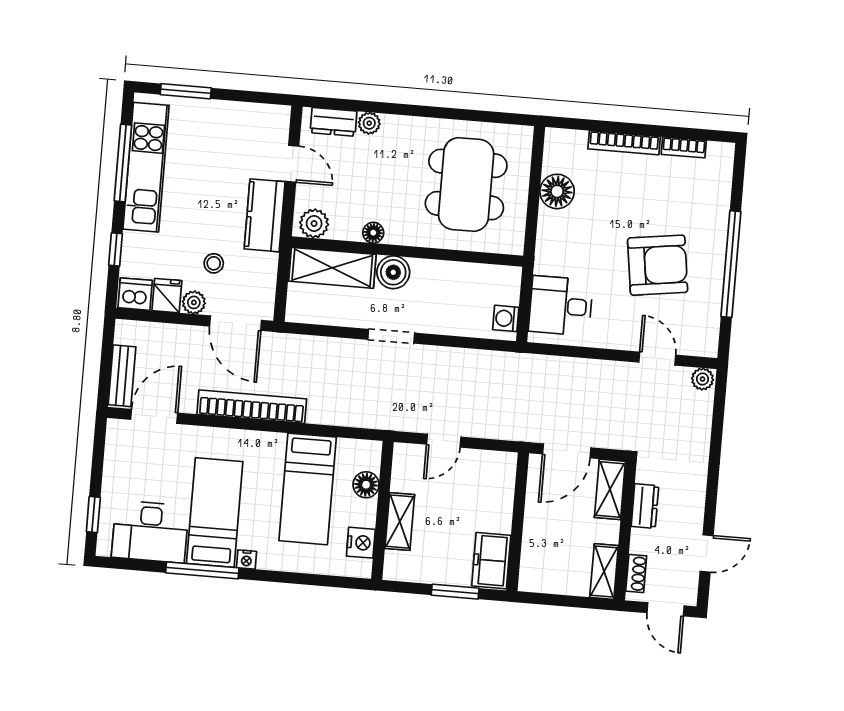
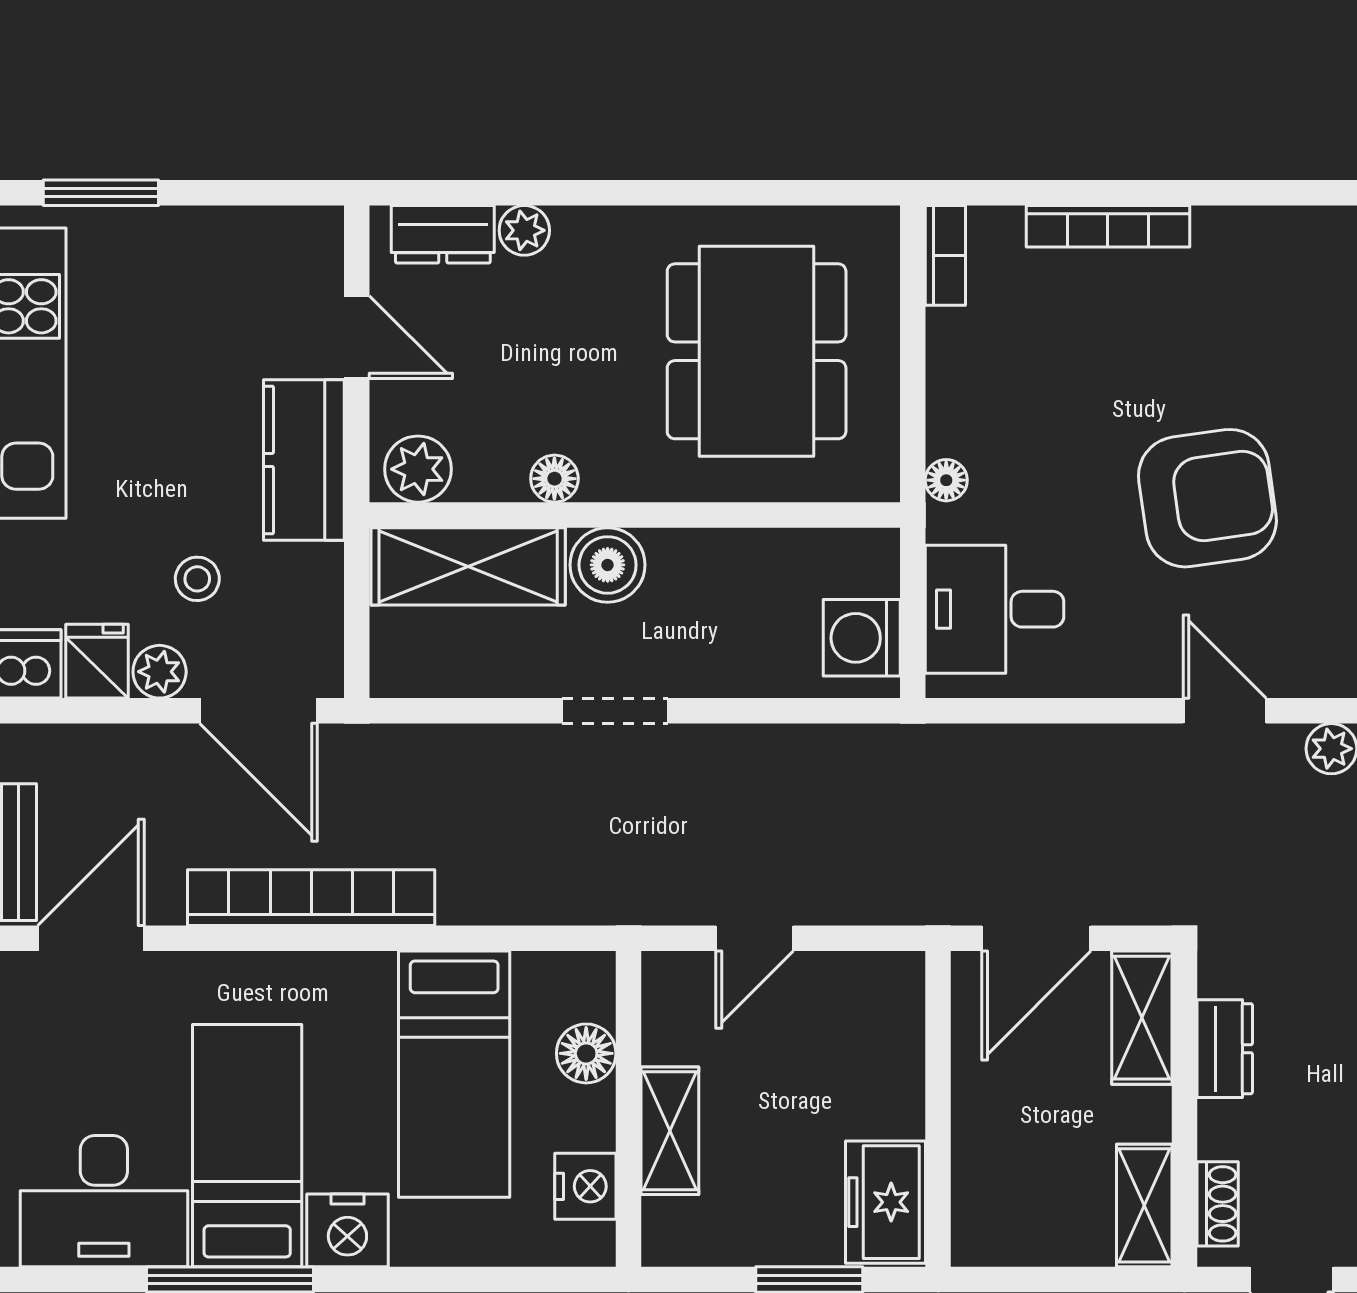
bookcase: (684, 147) -> (945, 255), moved, turned -90
floor lamp: (557, 191) -> (946, 480), moved, width x0.53, depth x0.53
washing machine: (506, 318) -> (862, 638), width x1.38, depth x1.38
nightstand: (246, 560) -> (347, 1230), width x1.89, depth x1.79

